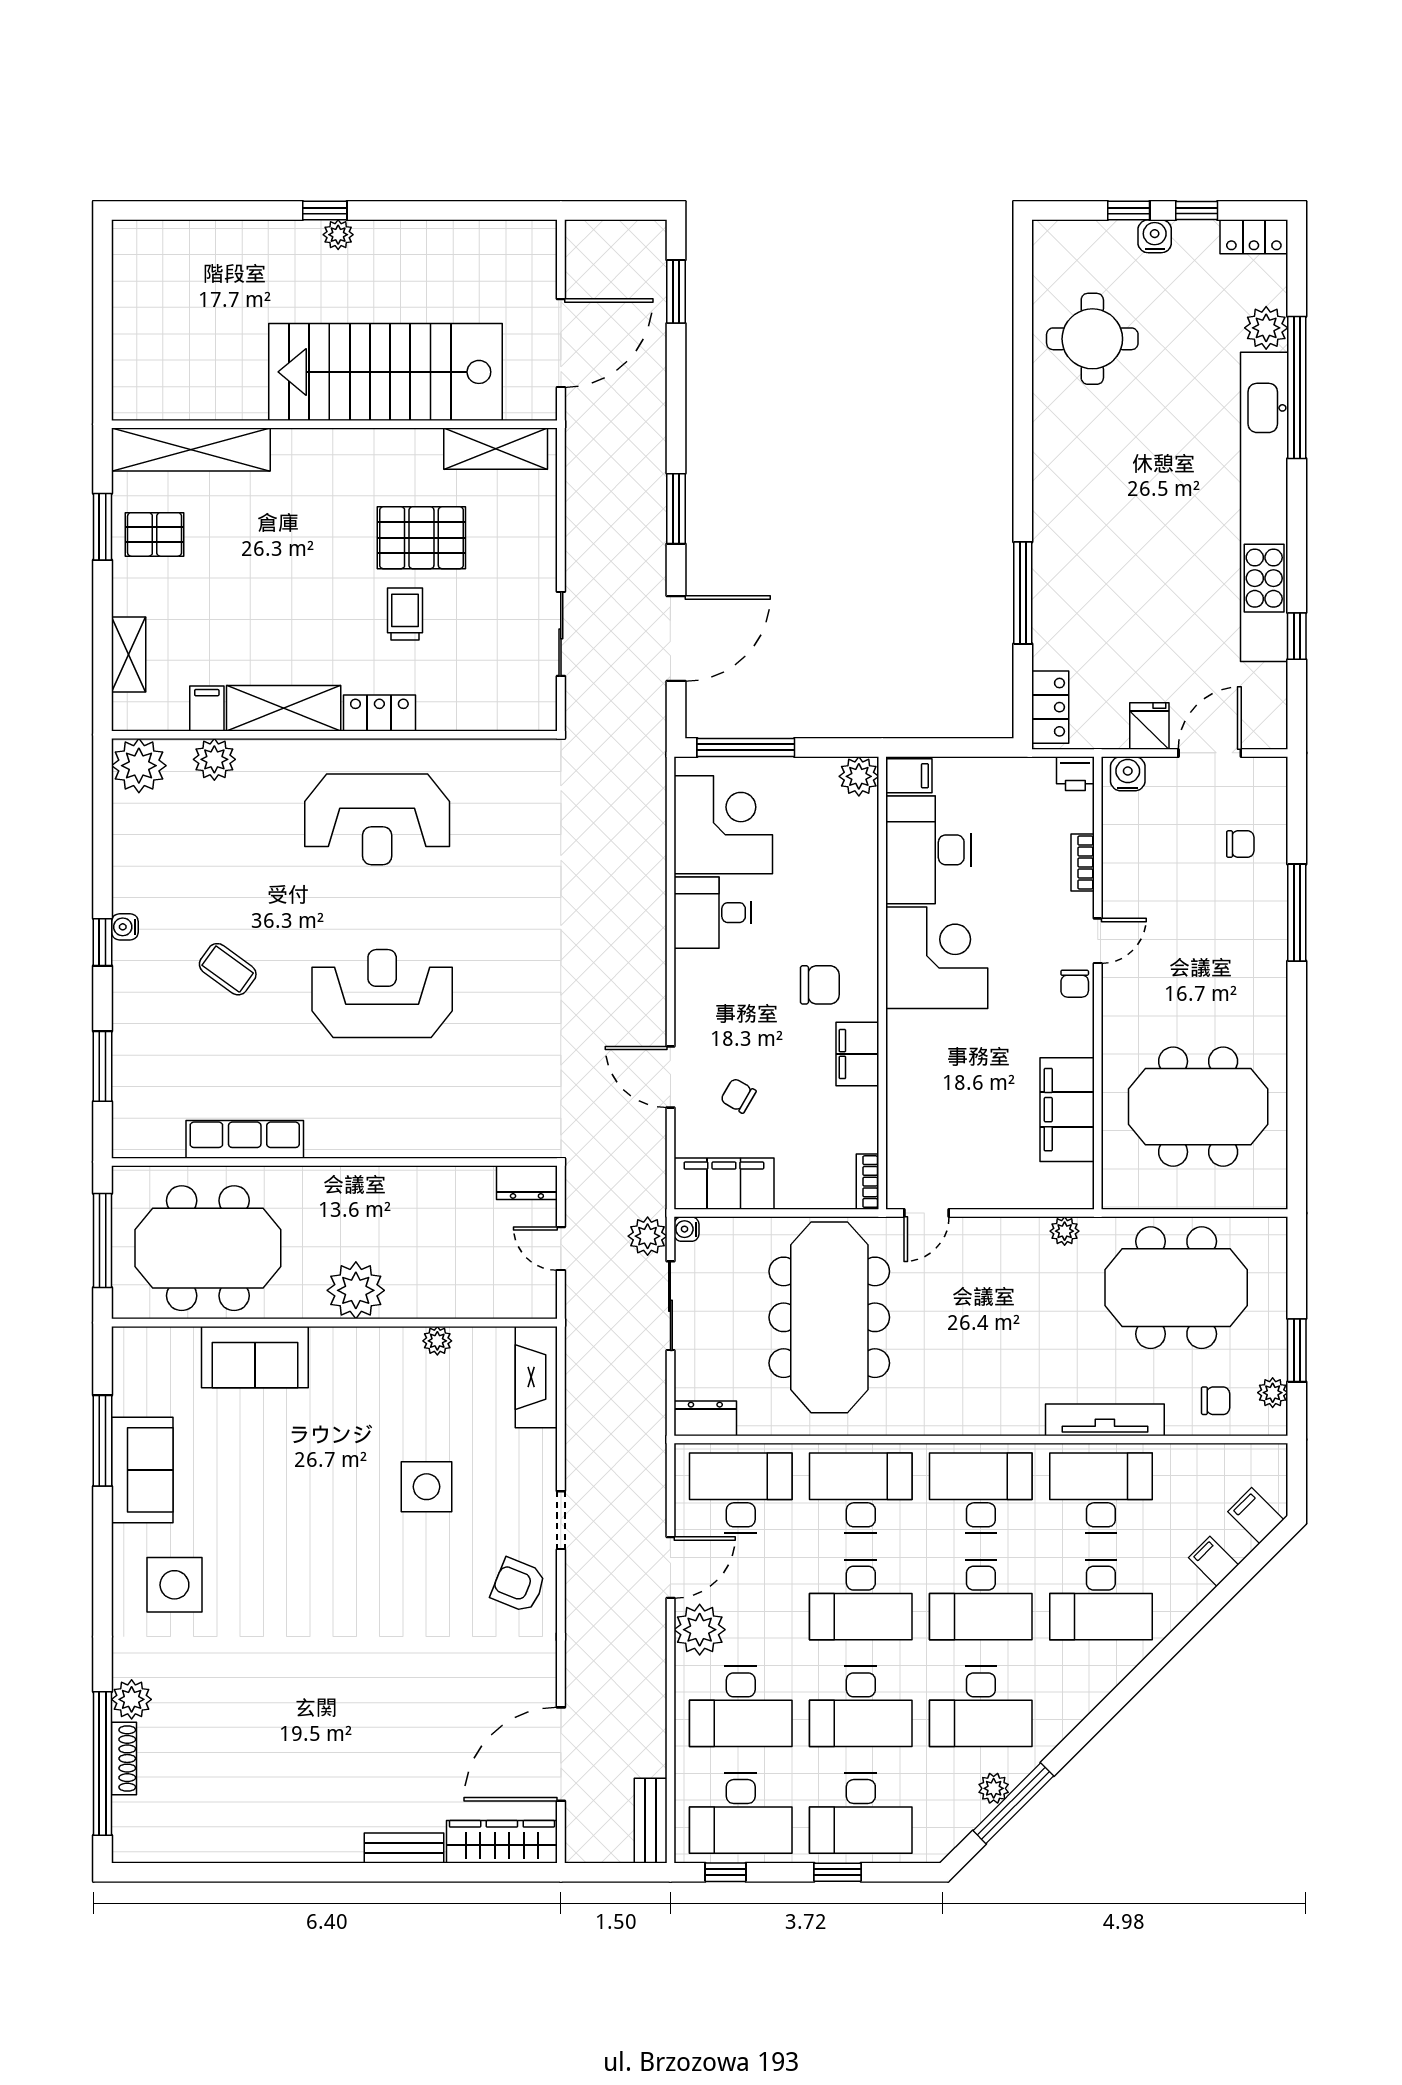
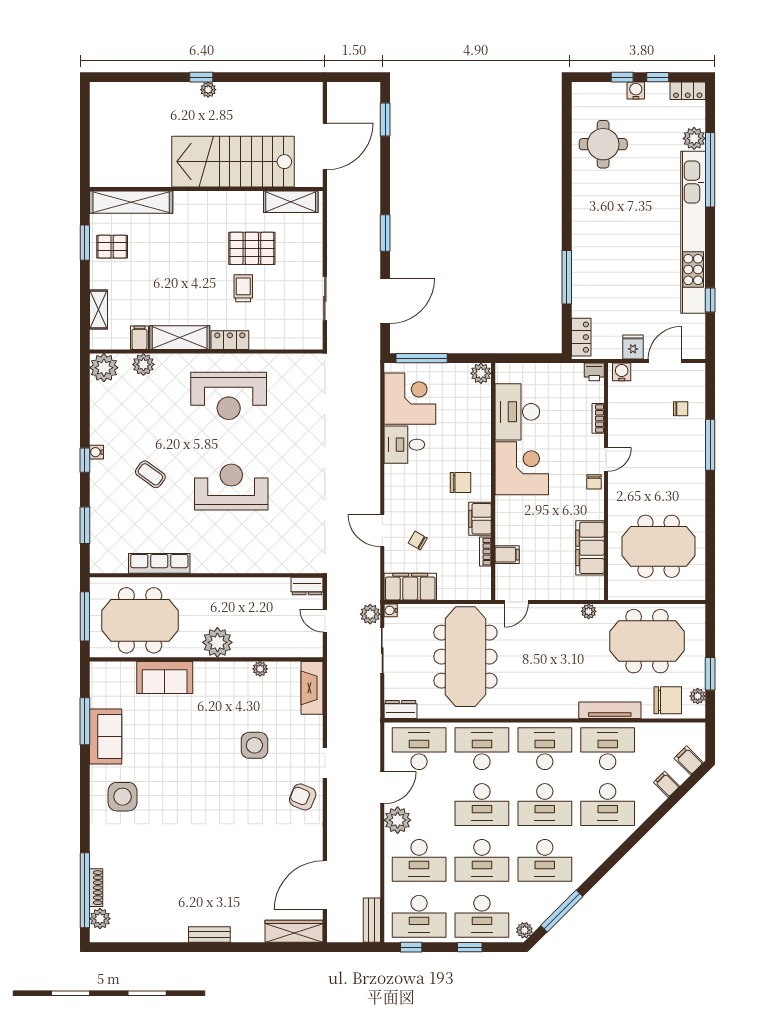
filing cabinet: (909, 776) -> (507, 555), moved
bookcase: (867, 1182) -> (485, 552), moved
chair: (1216, 1401) -> (668, 700), width x1.87, depth x1.87
plant: (132, 1699) -> (100, 919), moved
plant: (994, 1788) -> (524, 930), moved
bench: (404, 1848) -> (209, 934), moved

